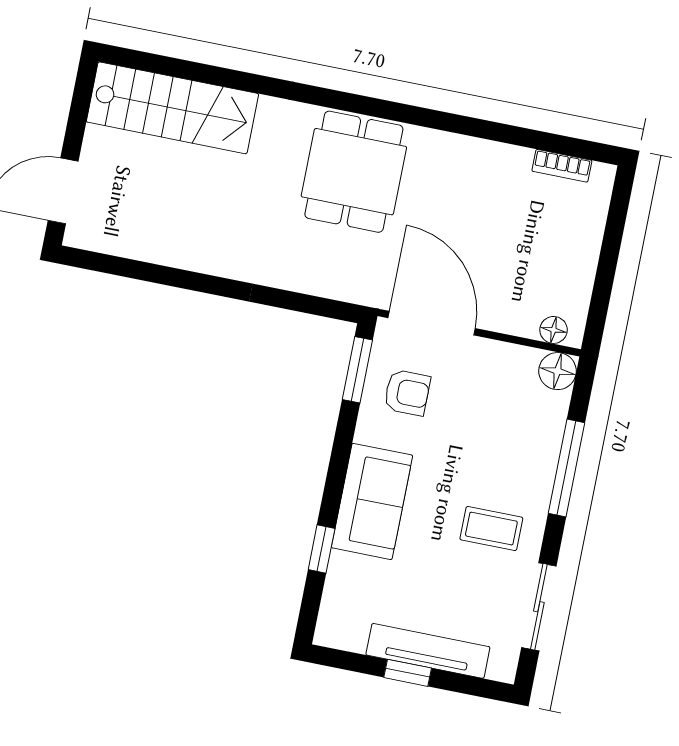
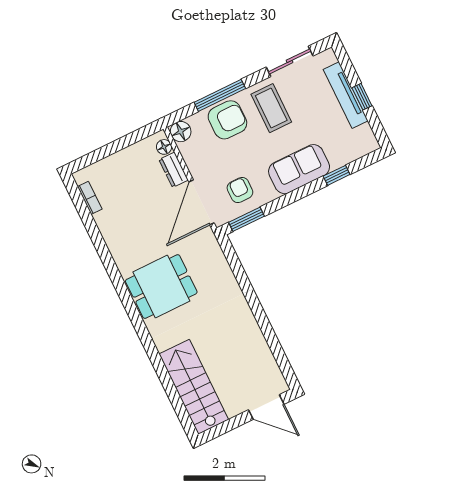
dresser: (510, 319) -> (174, 170), added
armchair: (523, 452) -> (227, 120), added
coffee table: (491, 529) -> (271, 108), width x1.36, depth x1.30

